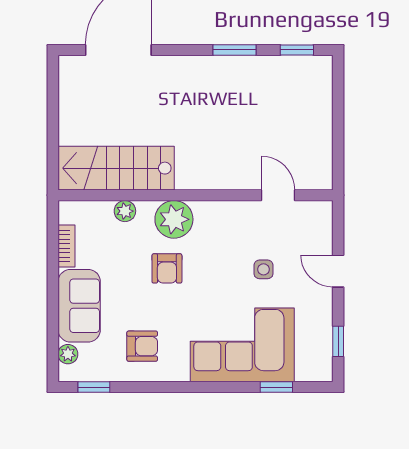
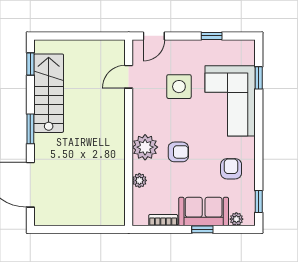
window: (235, 50) -> (30, 129), moved
stairs: (116, 168) -> (49, 93), moved, turned 180
side table: (264, 269) -> (179, 87), width x1.87, depth x1.87
door: (338, 271) -> (154, 36), moved
window: (53, 304) -> (202, 229), added
window: (338, 341) -> (212, 36), moved

